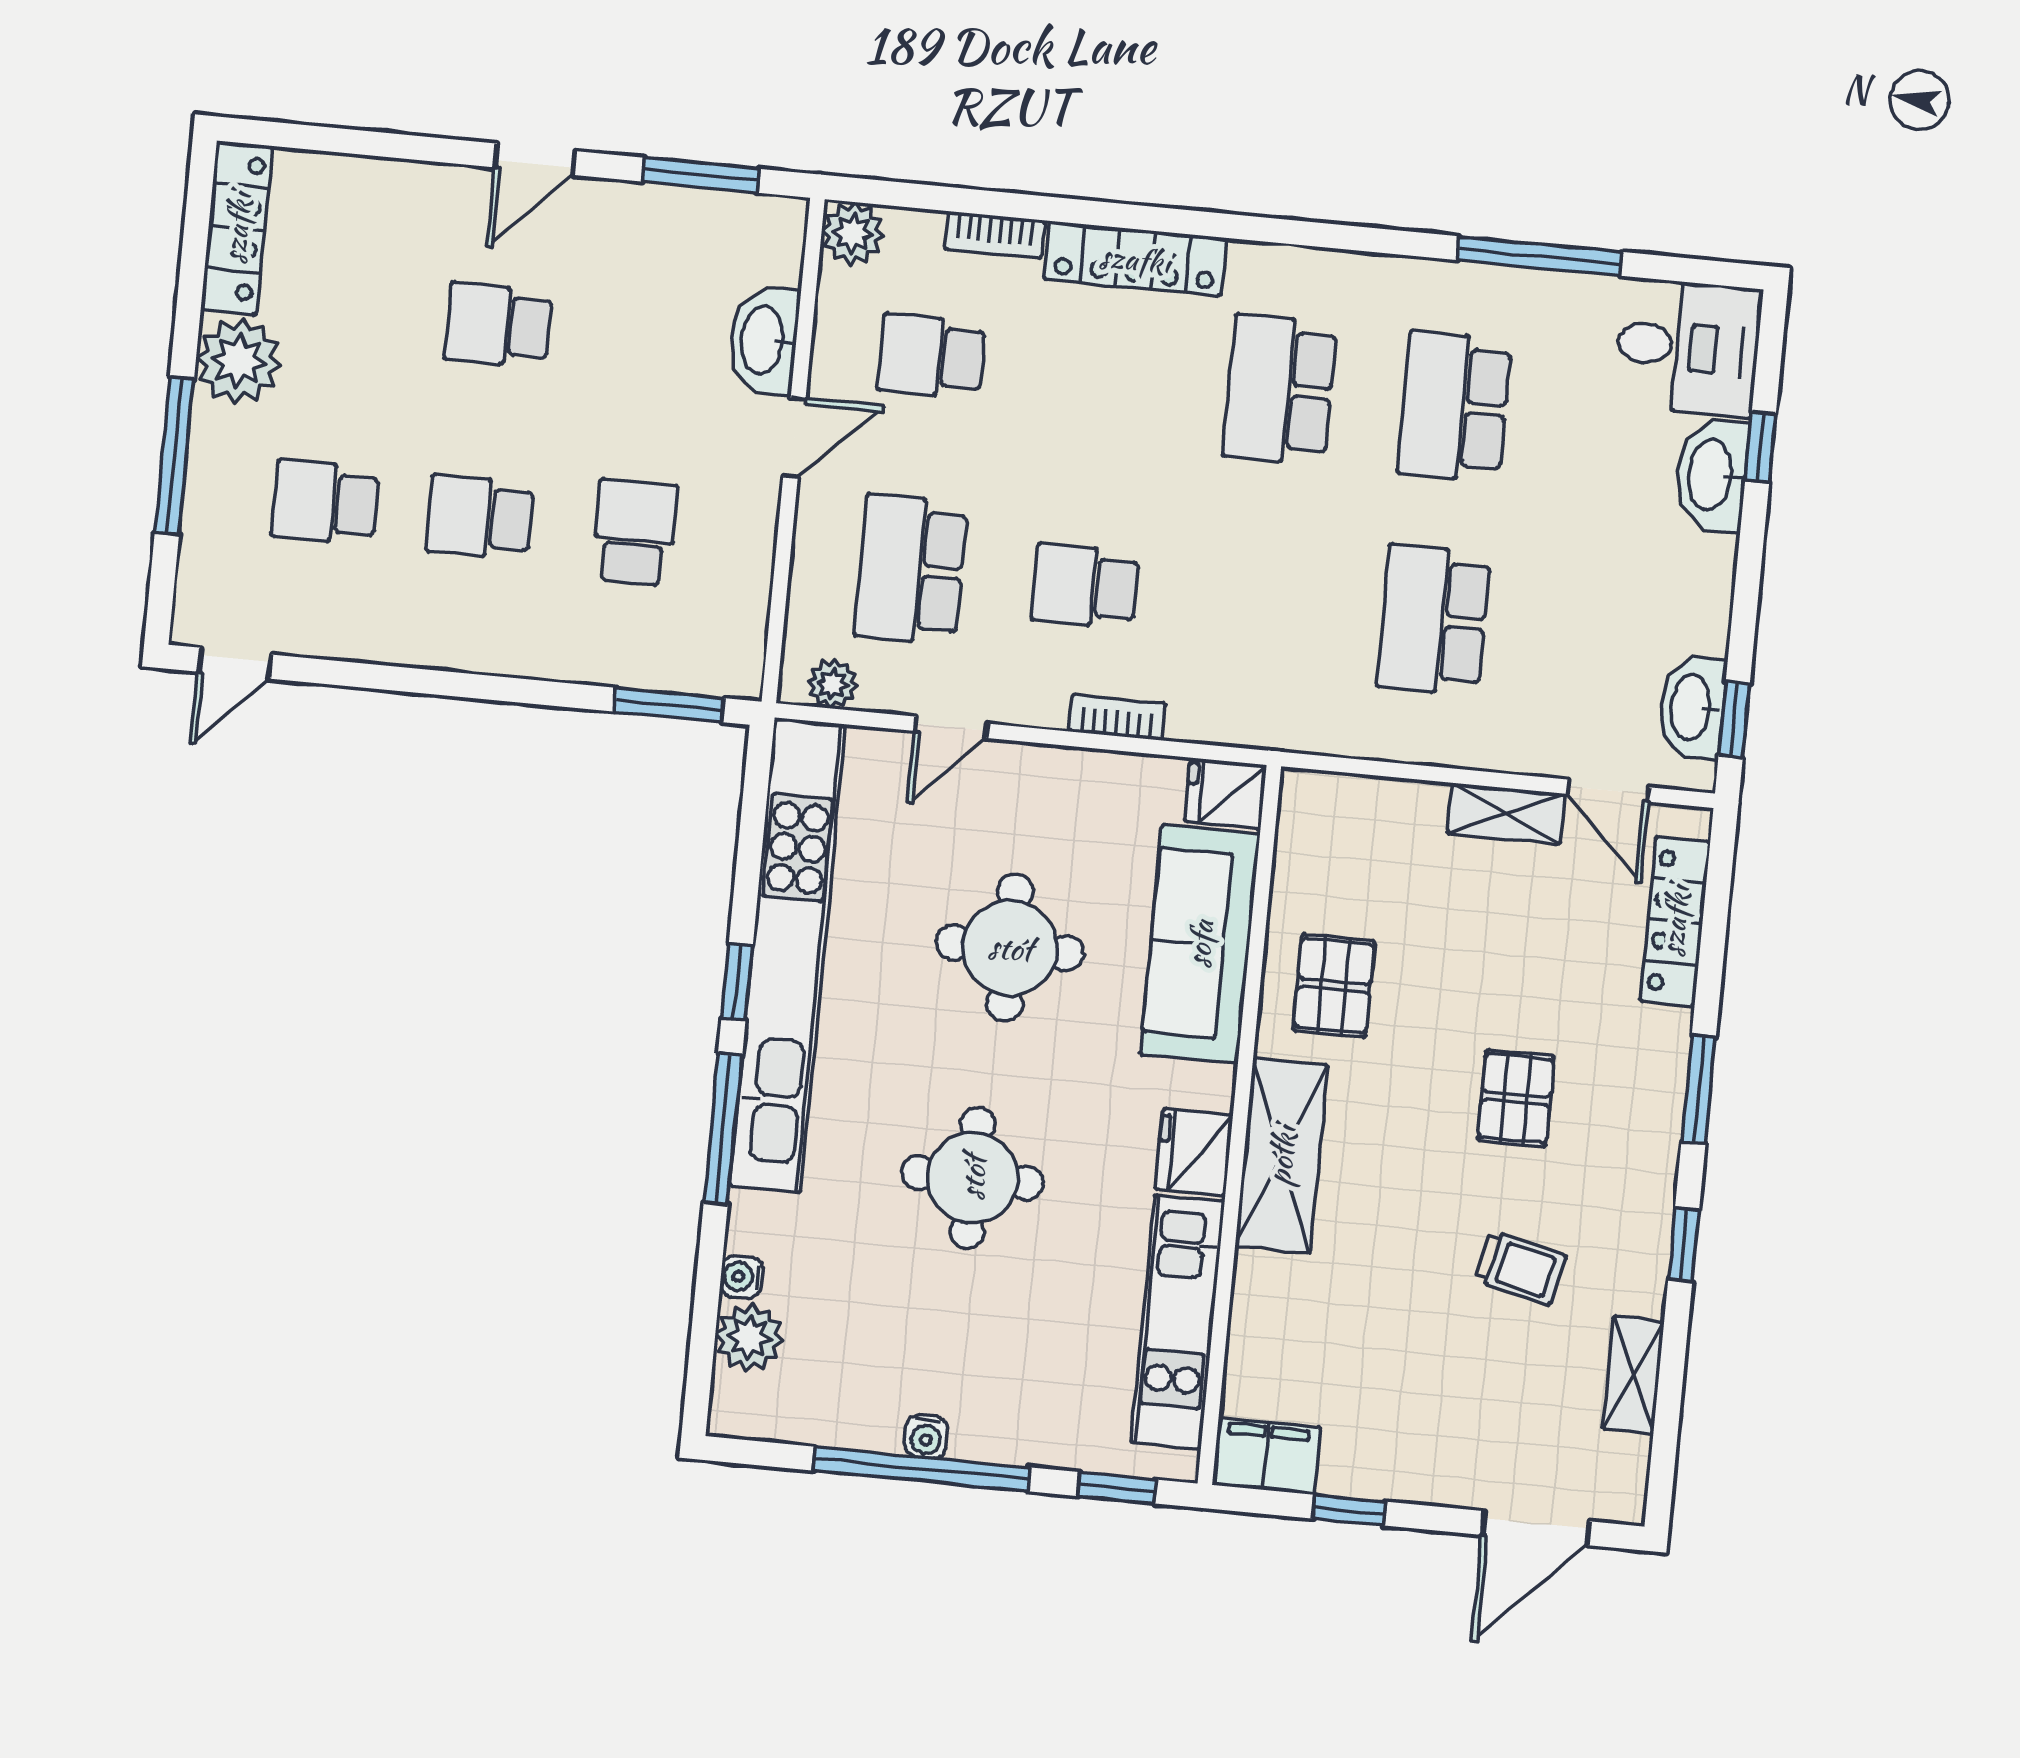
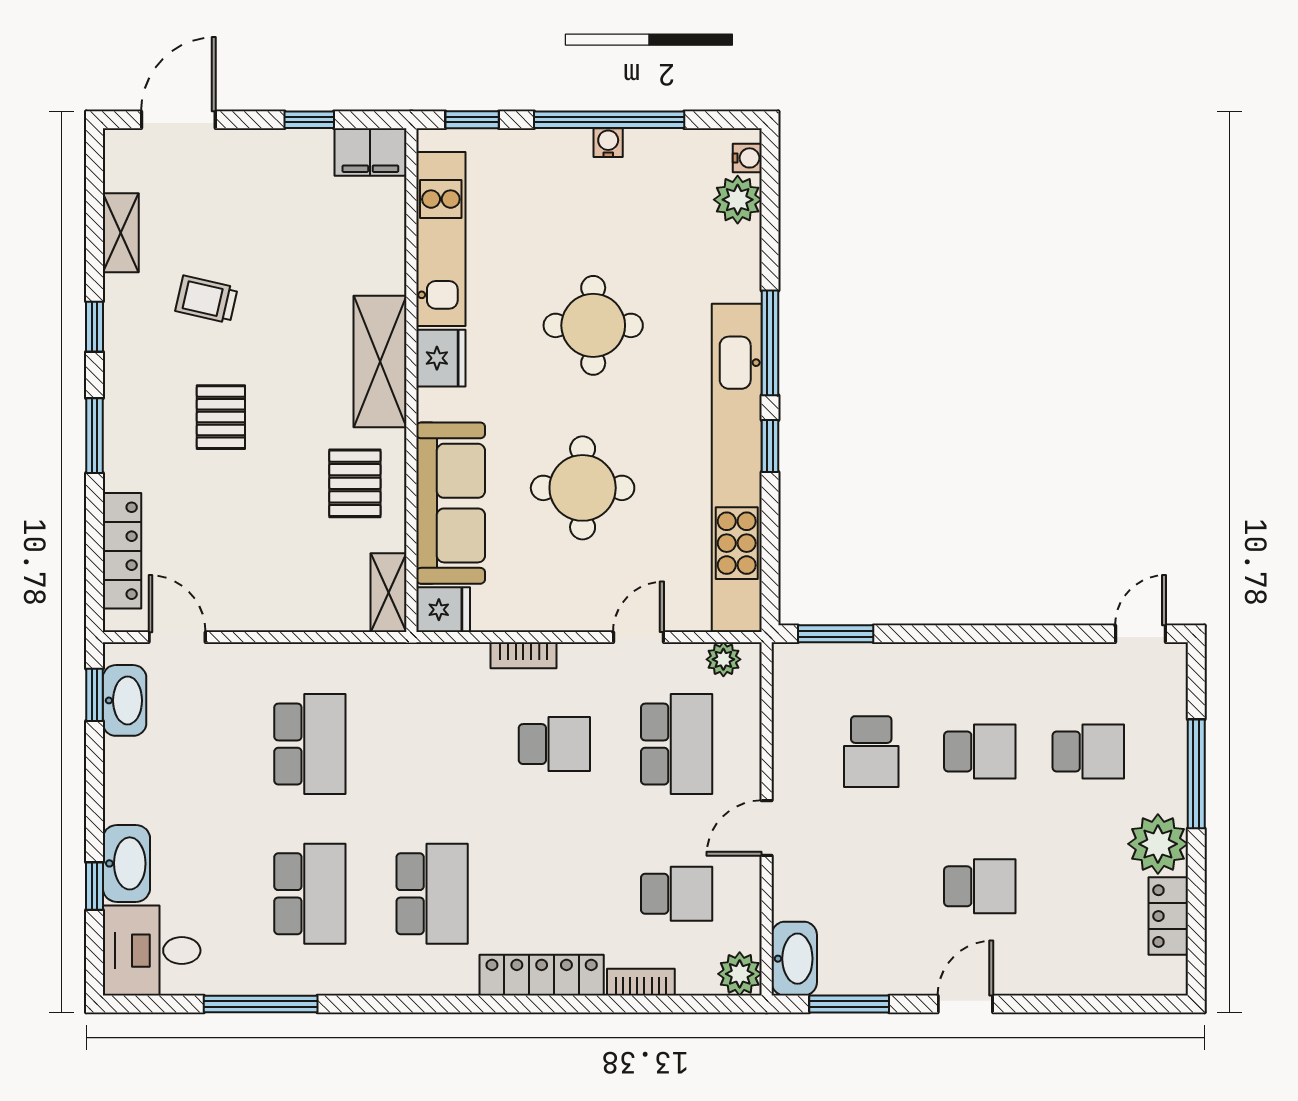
locker: (237, 228) -> (1168, 916), width x0.66
washbasin: (764, 340) -> (794, 959), moved
shelving: (1506, 814) -> (389, 593), moved, turned 90
water cooler: (741, 1277) -> (747, 158), moved

